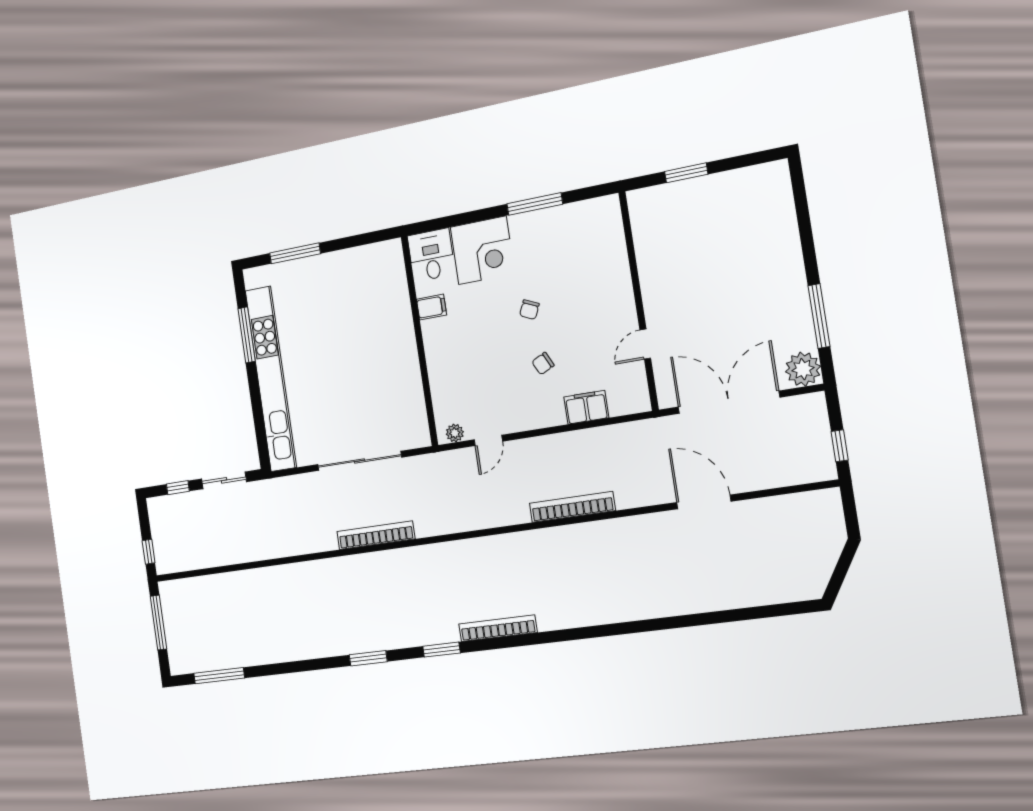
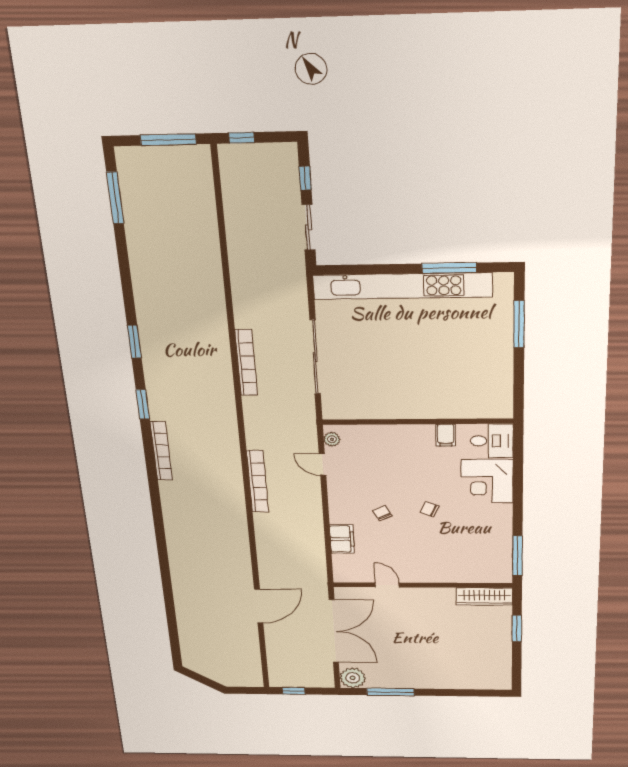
window: (535, 204) -> (517, 556), moved
wardrobe: (644, 223) -> (484, 597), added
bookcase: (572, 507) -> (257, 481), moved

